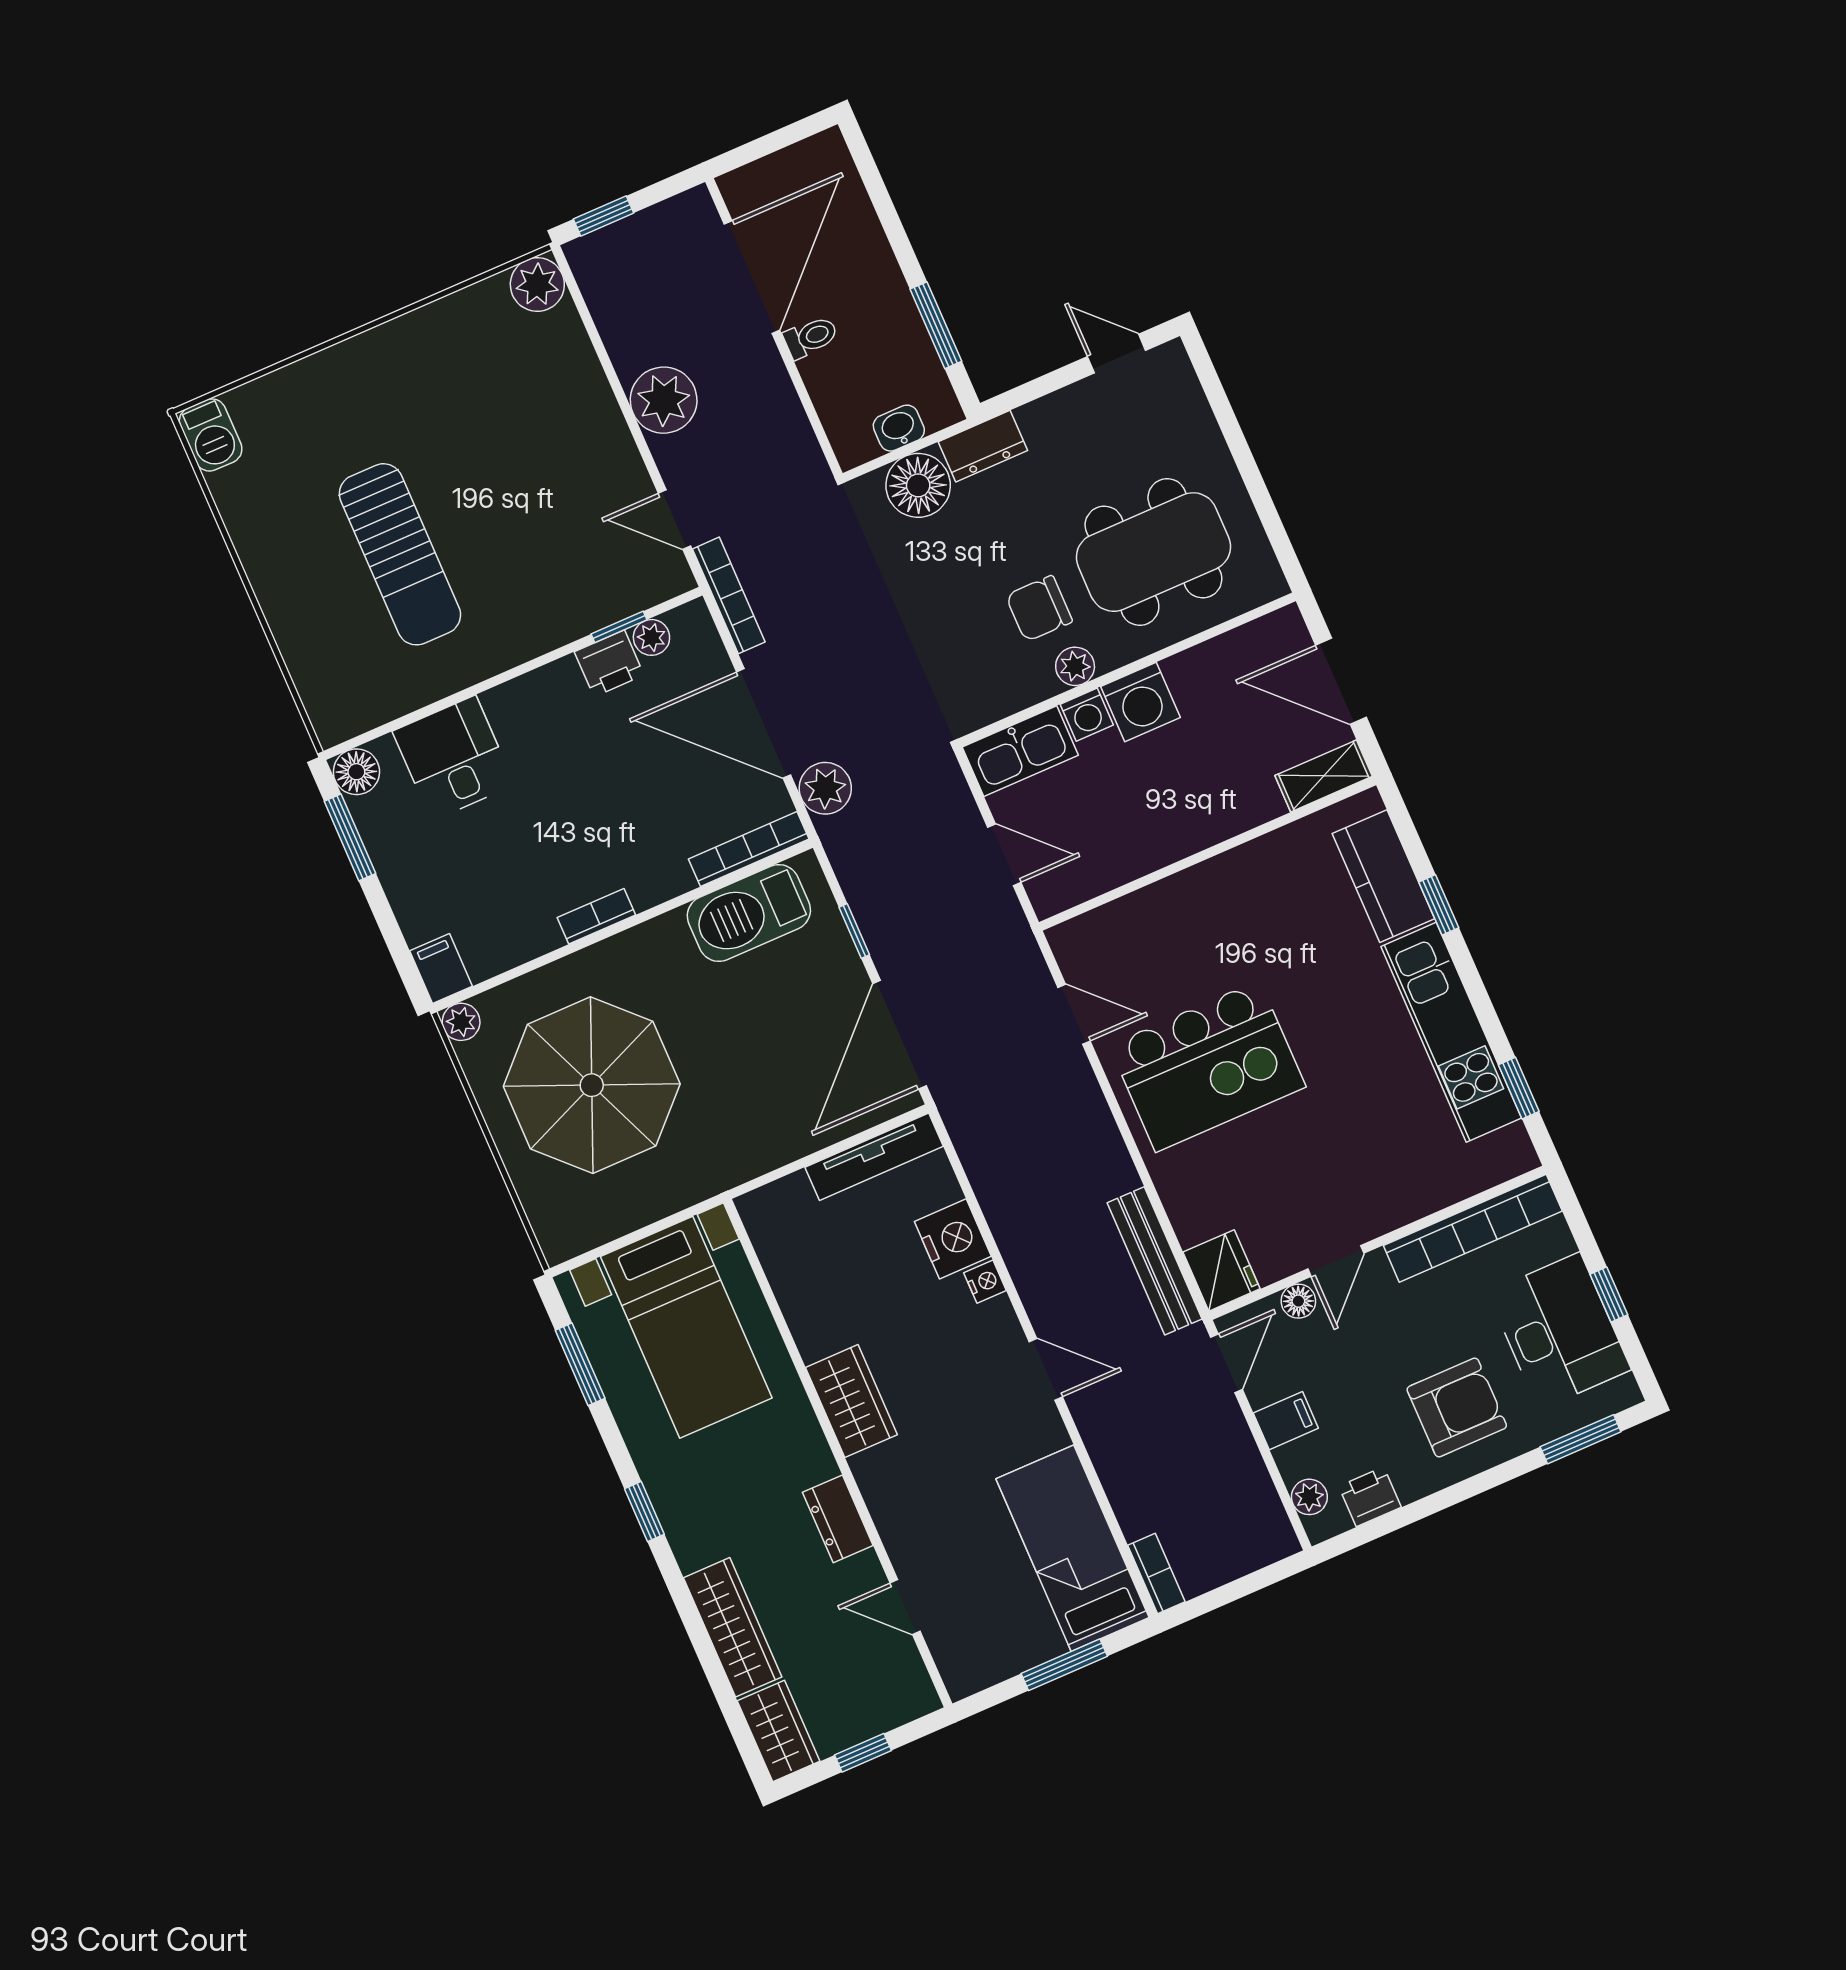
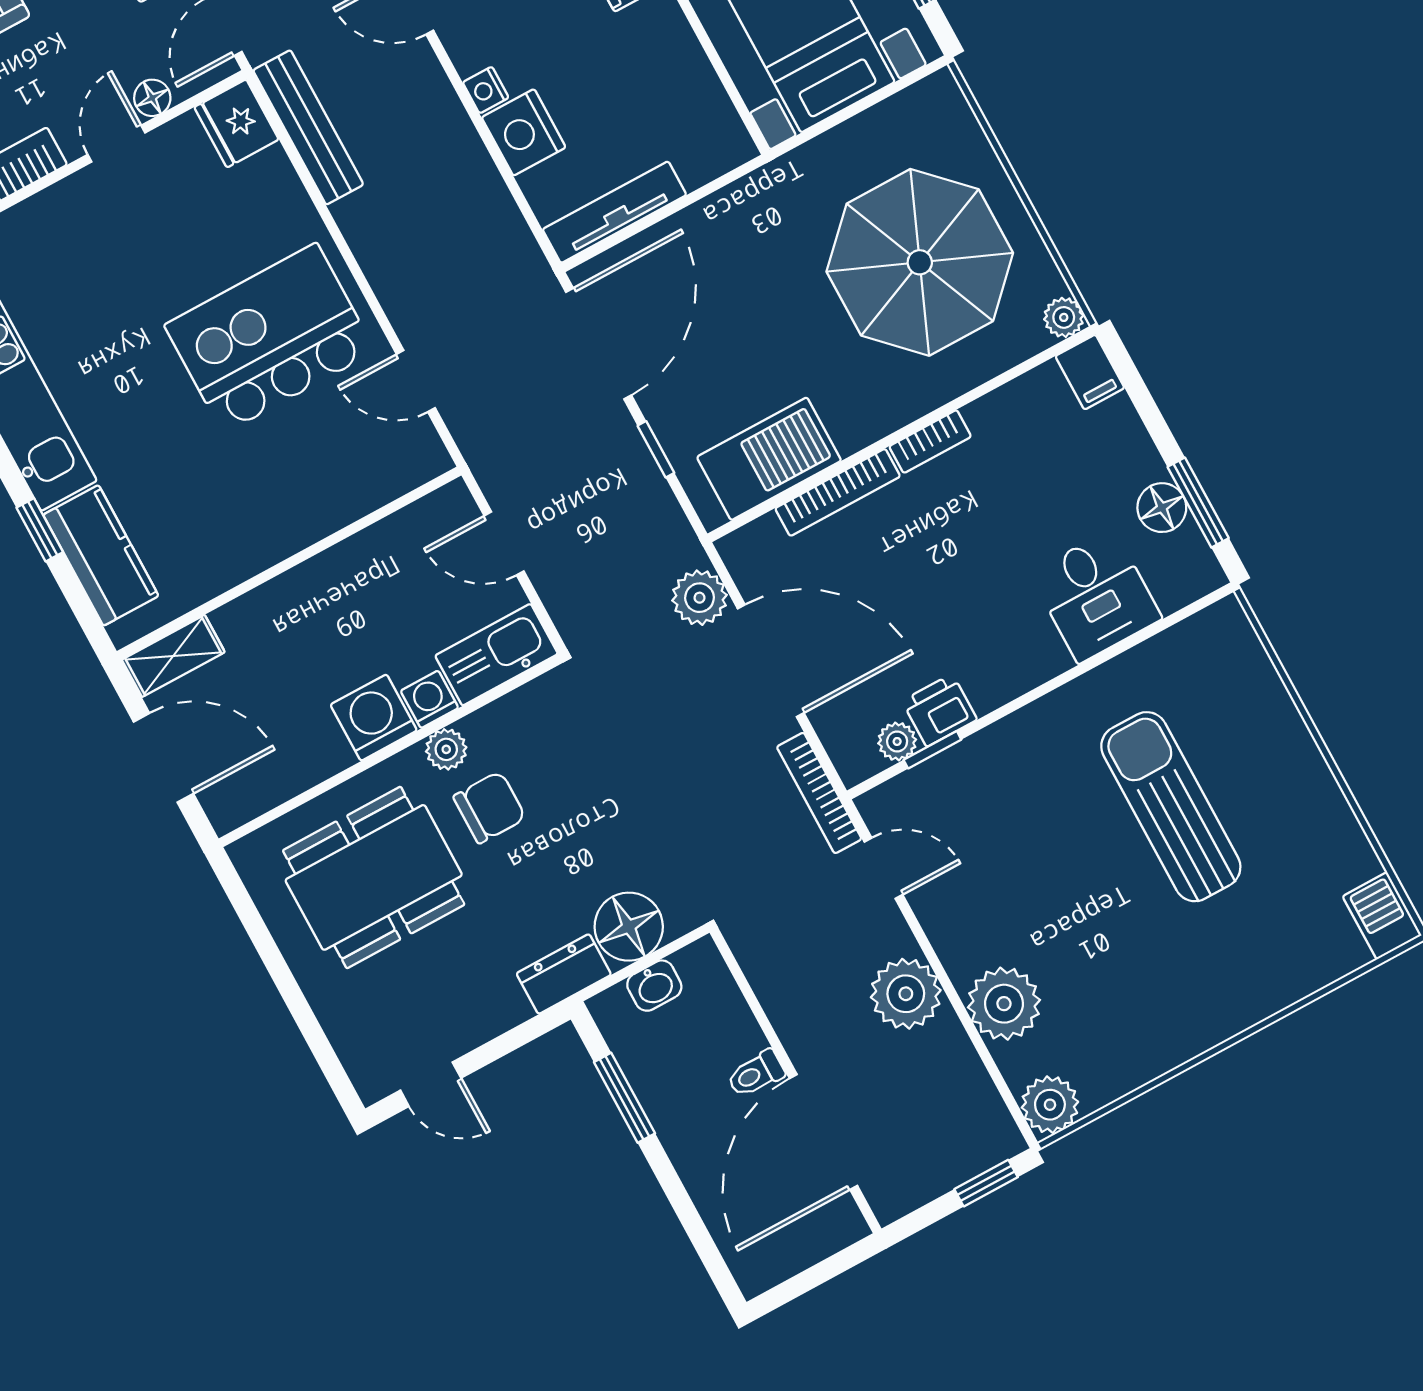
plant: (572, 383) -> (1004, 1004), added
floor lamp: (356, 772) -> (1162, 508), moved
bookcase: (749, 849) -> (838, 492), moved

